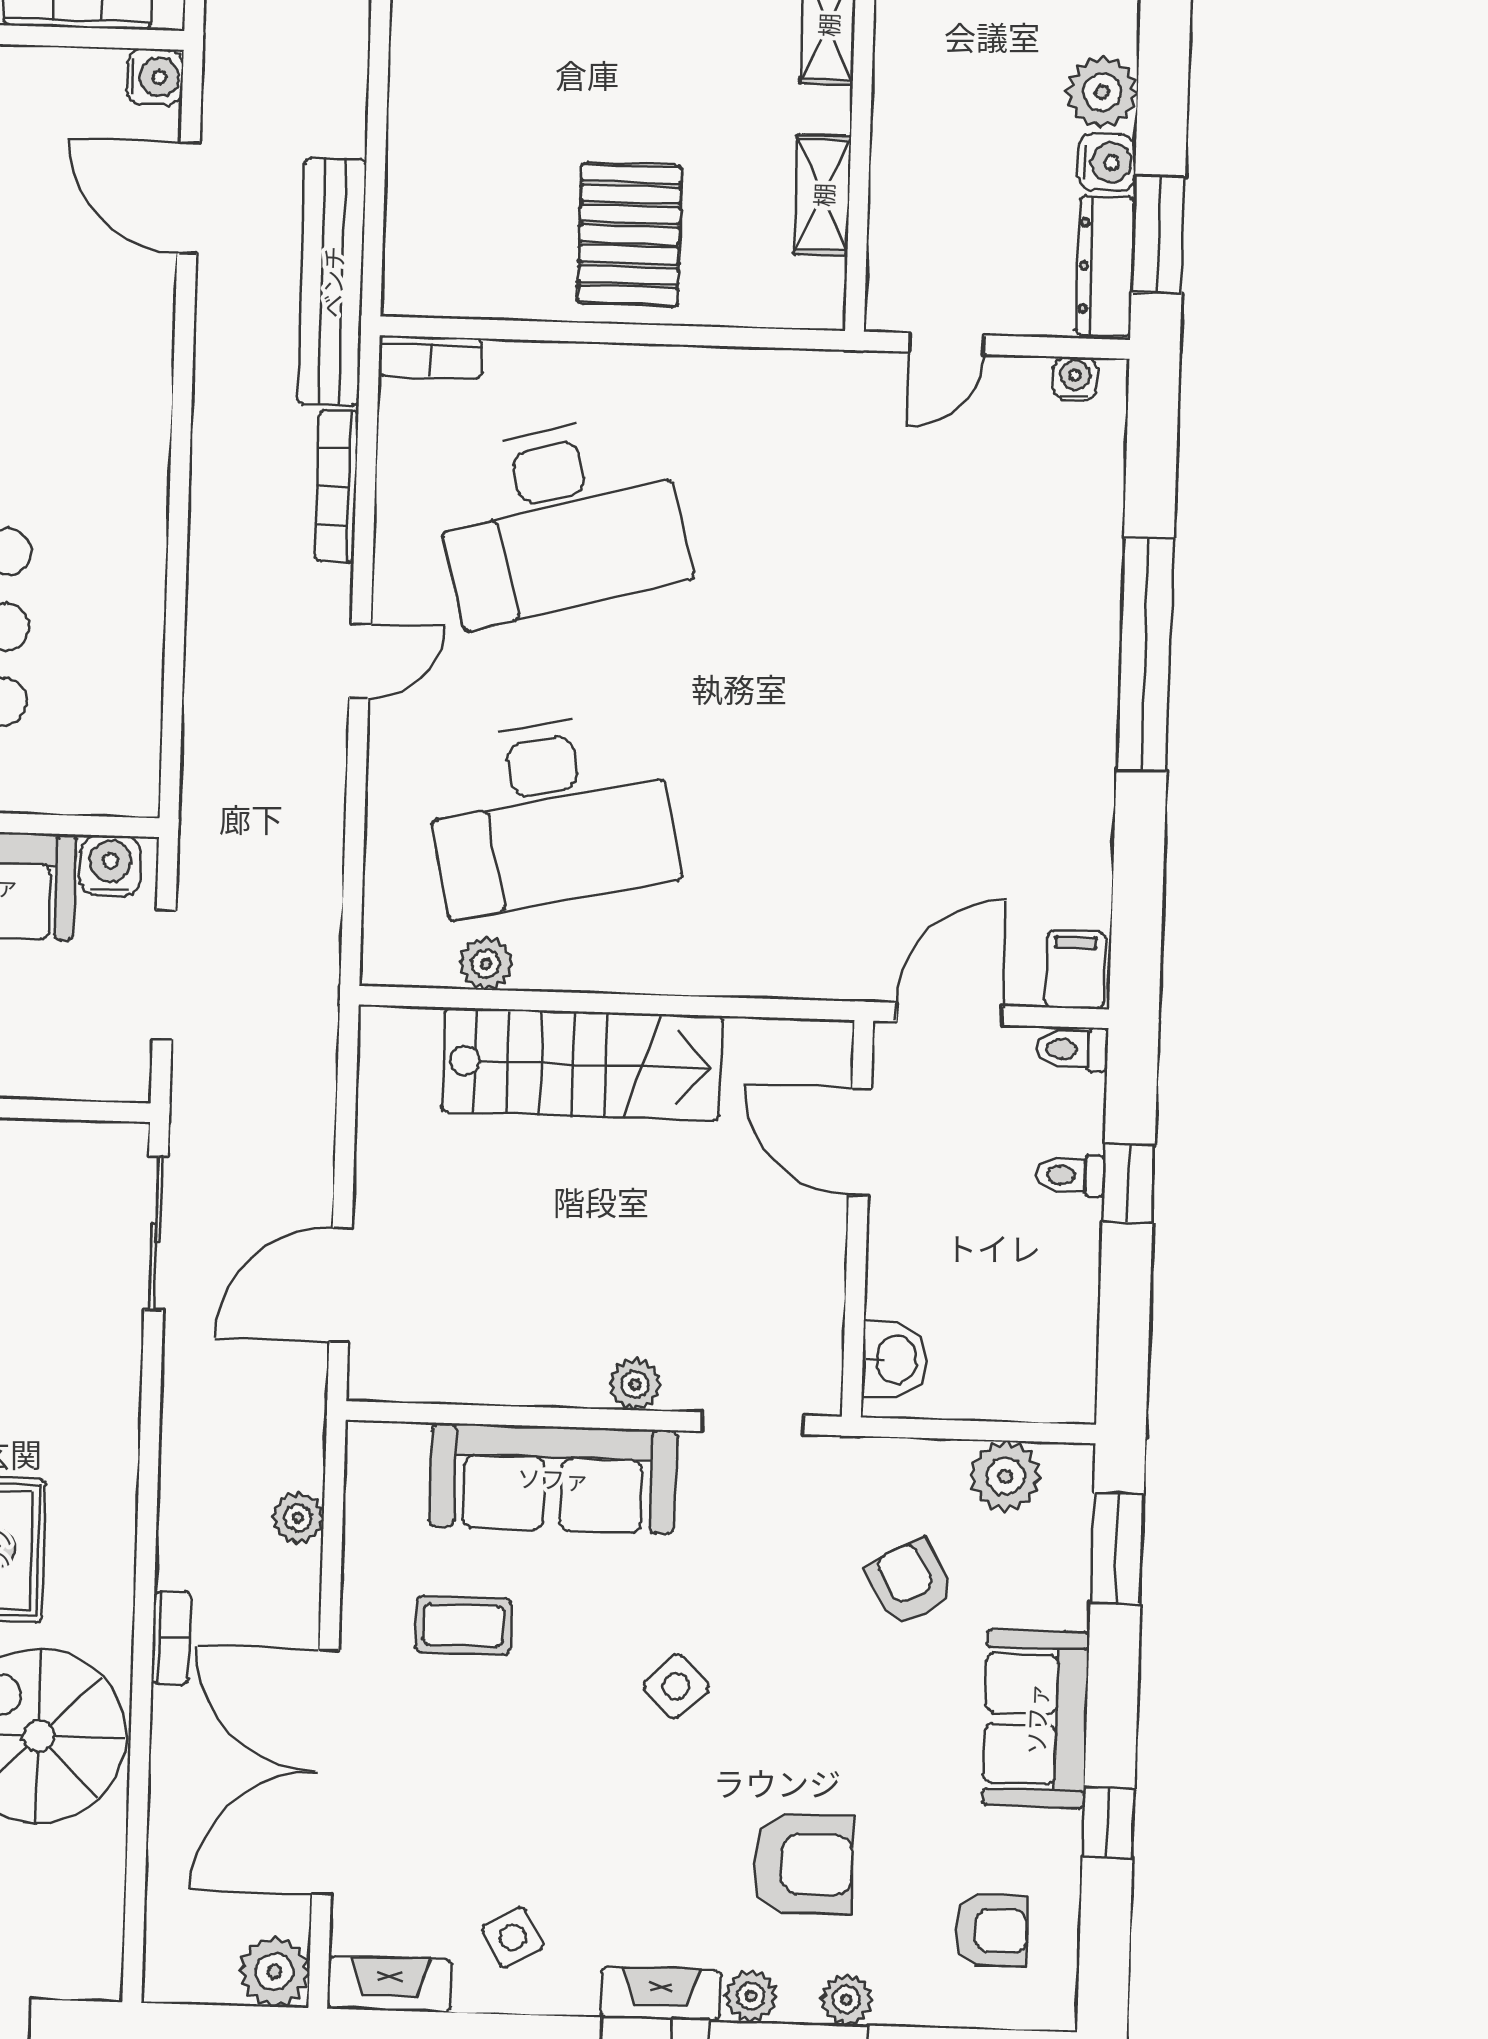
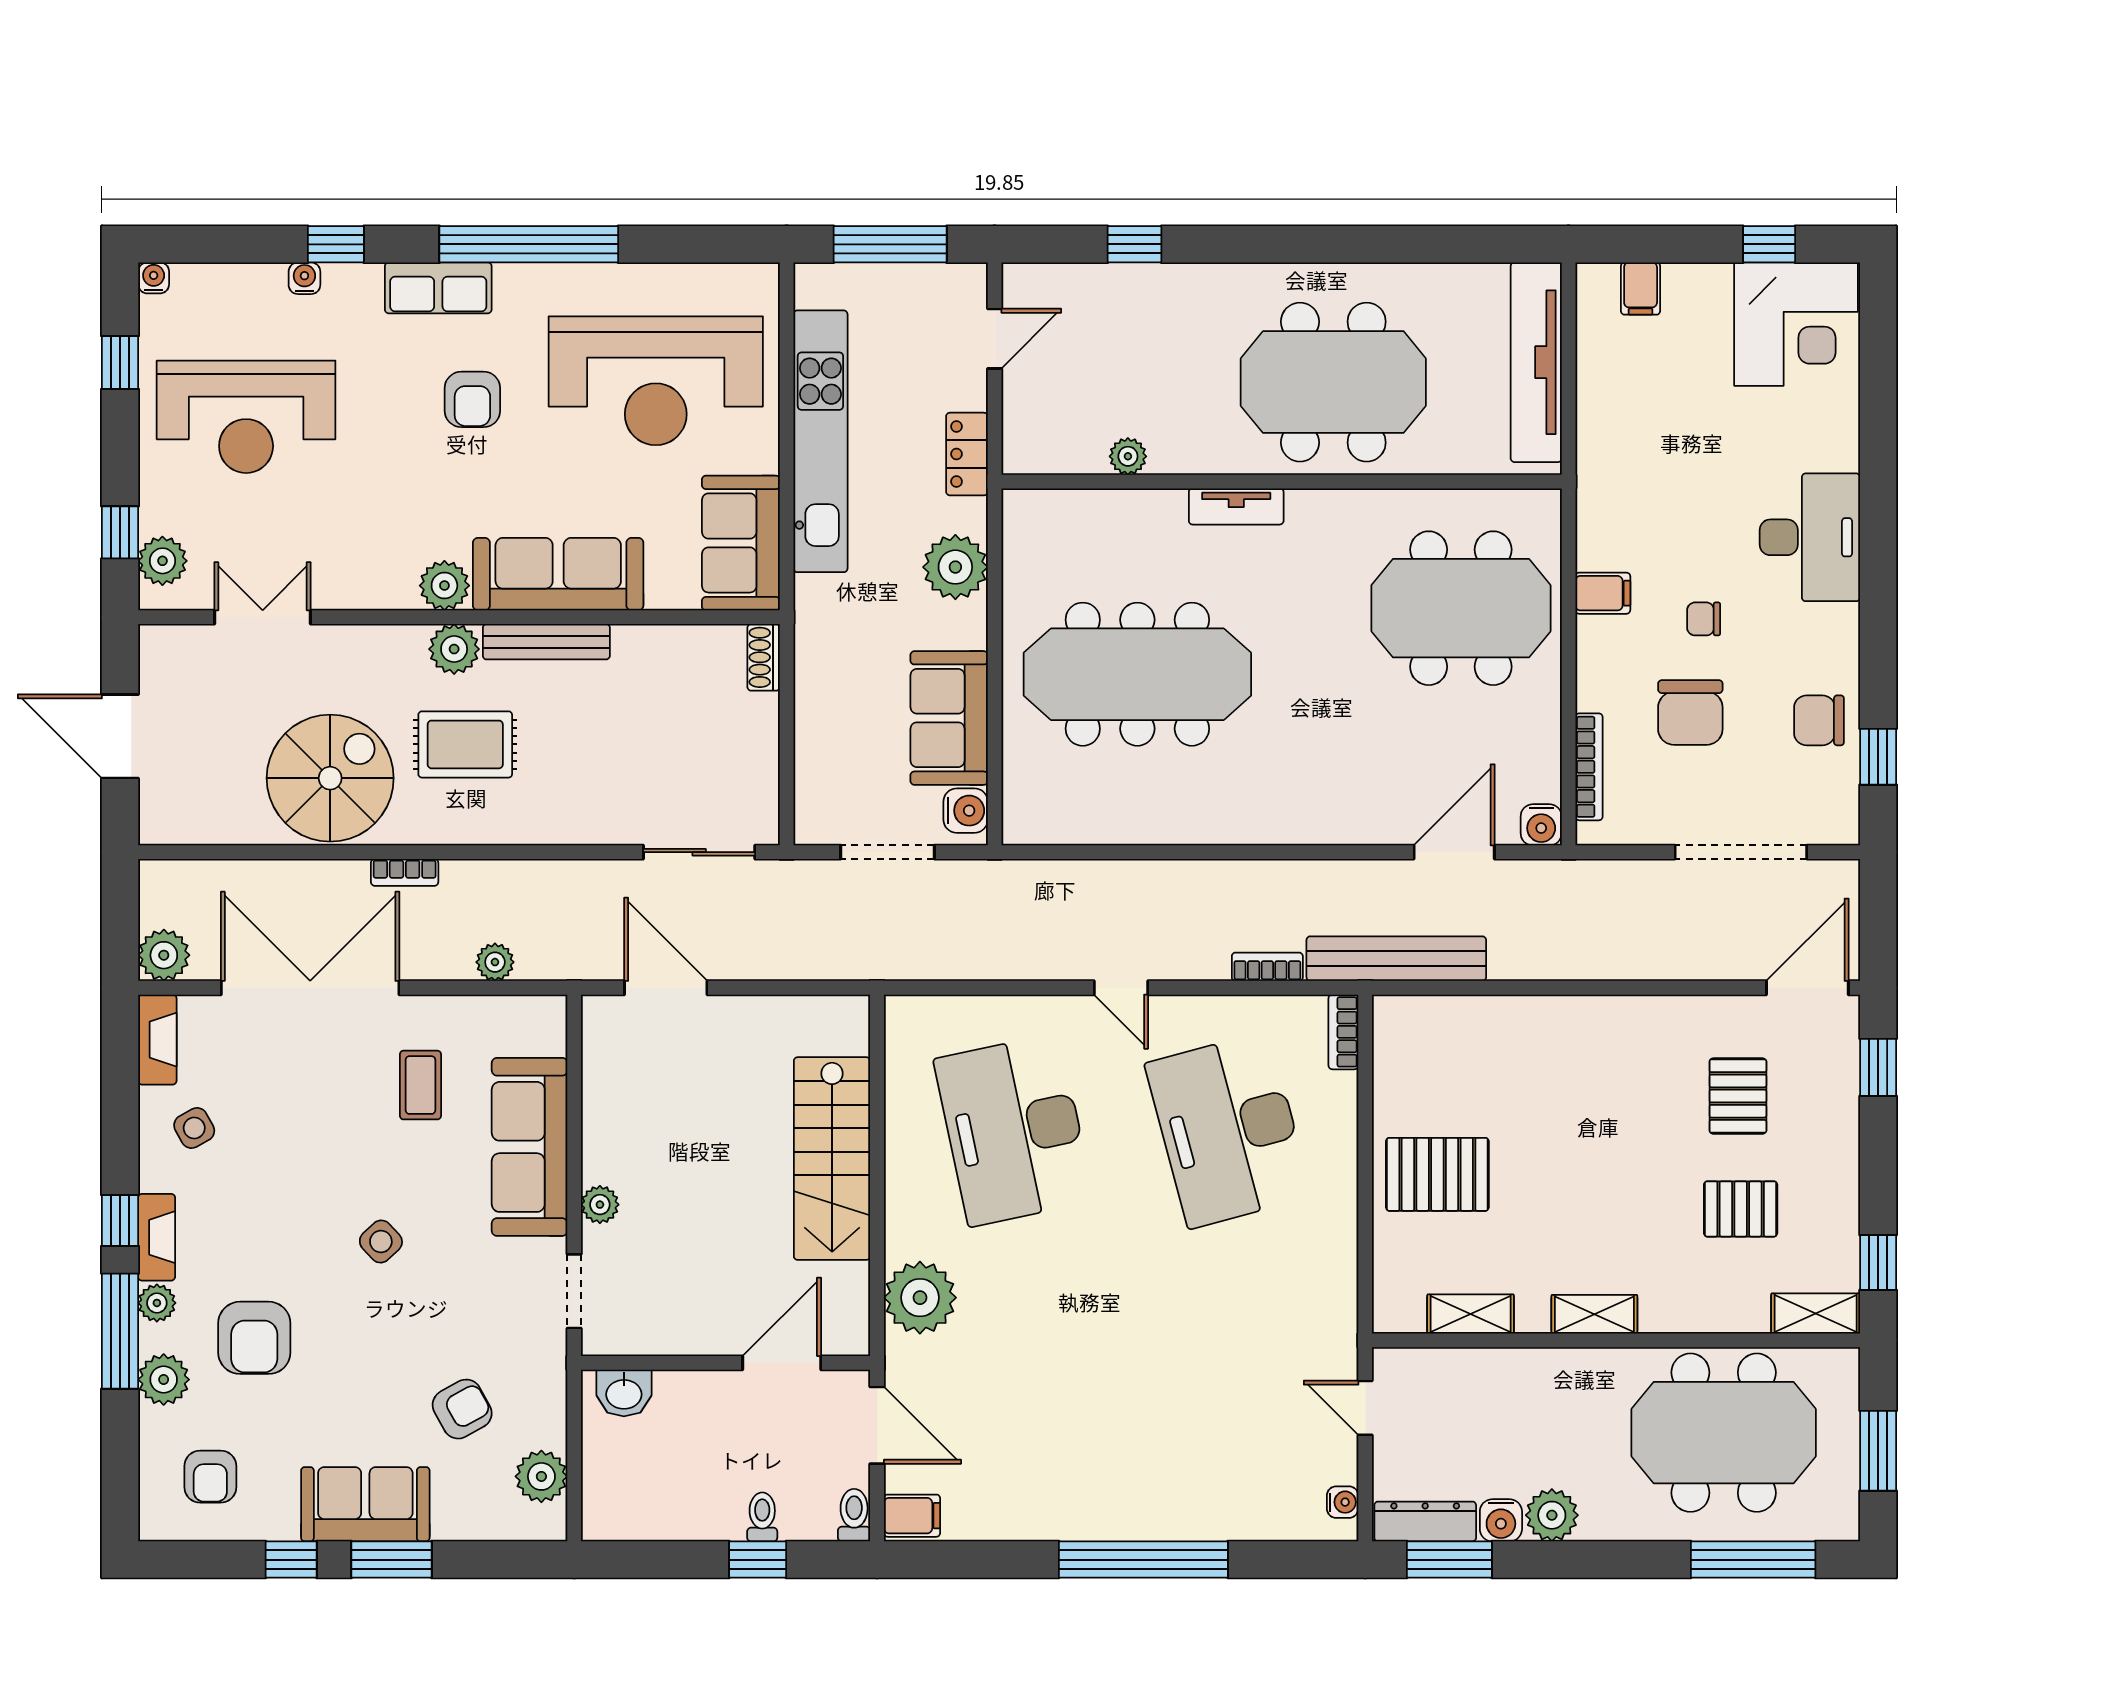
bookcase: (337, 486) -> (1267, 967), width x0.64
plant: (486, 963) -> (920, 1298), moved, width x1.88, depth x1.88
window: (1117, 1549) -> (391, 1560), moved
plant: (846, 1999) -> (164, 1380), width x1.38, depth x1.38

